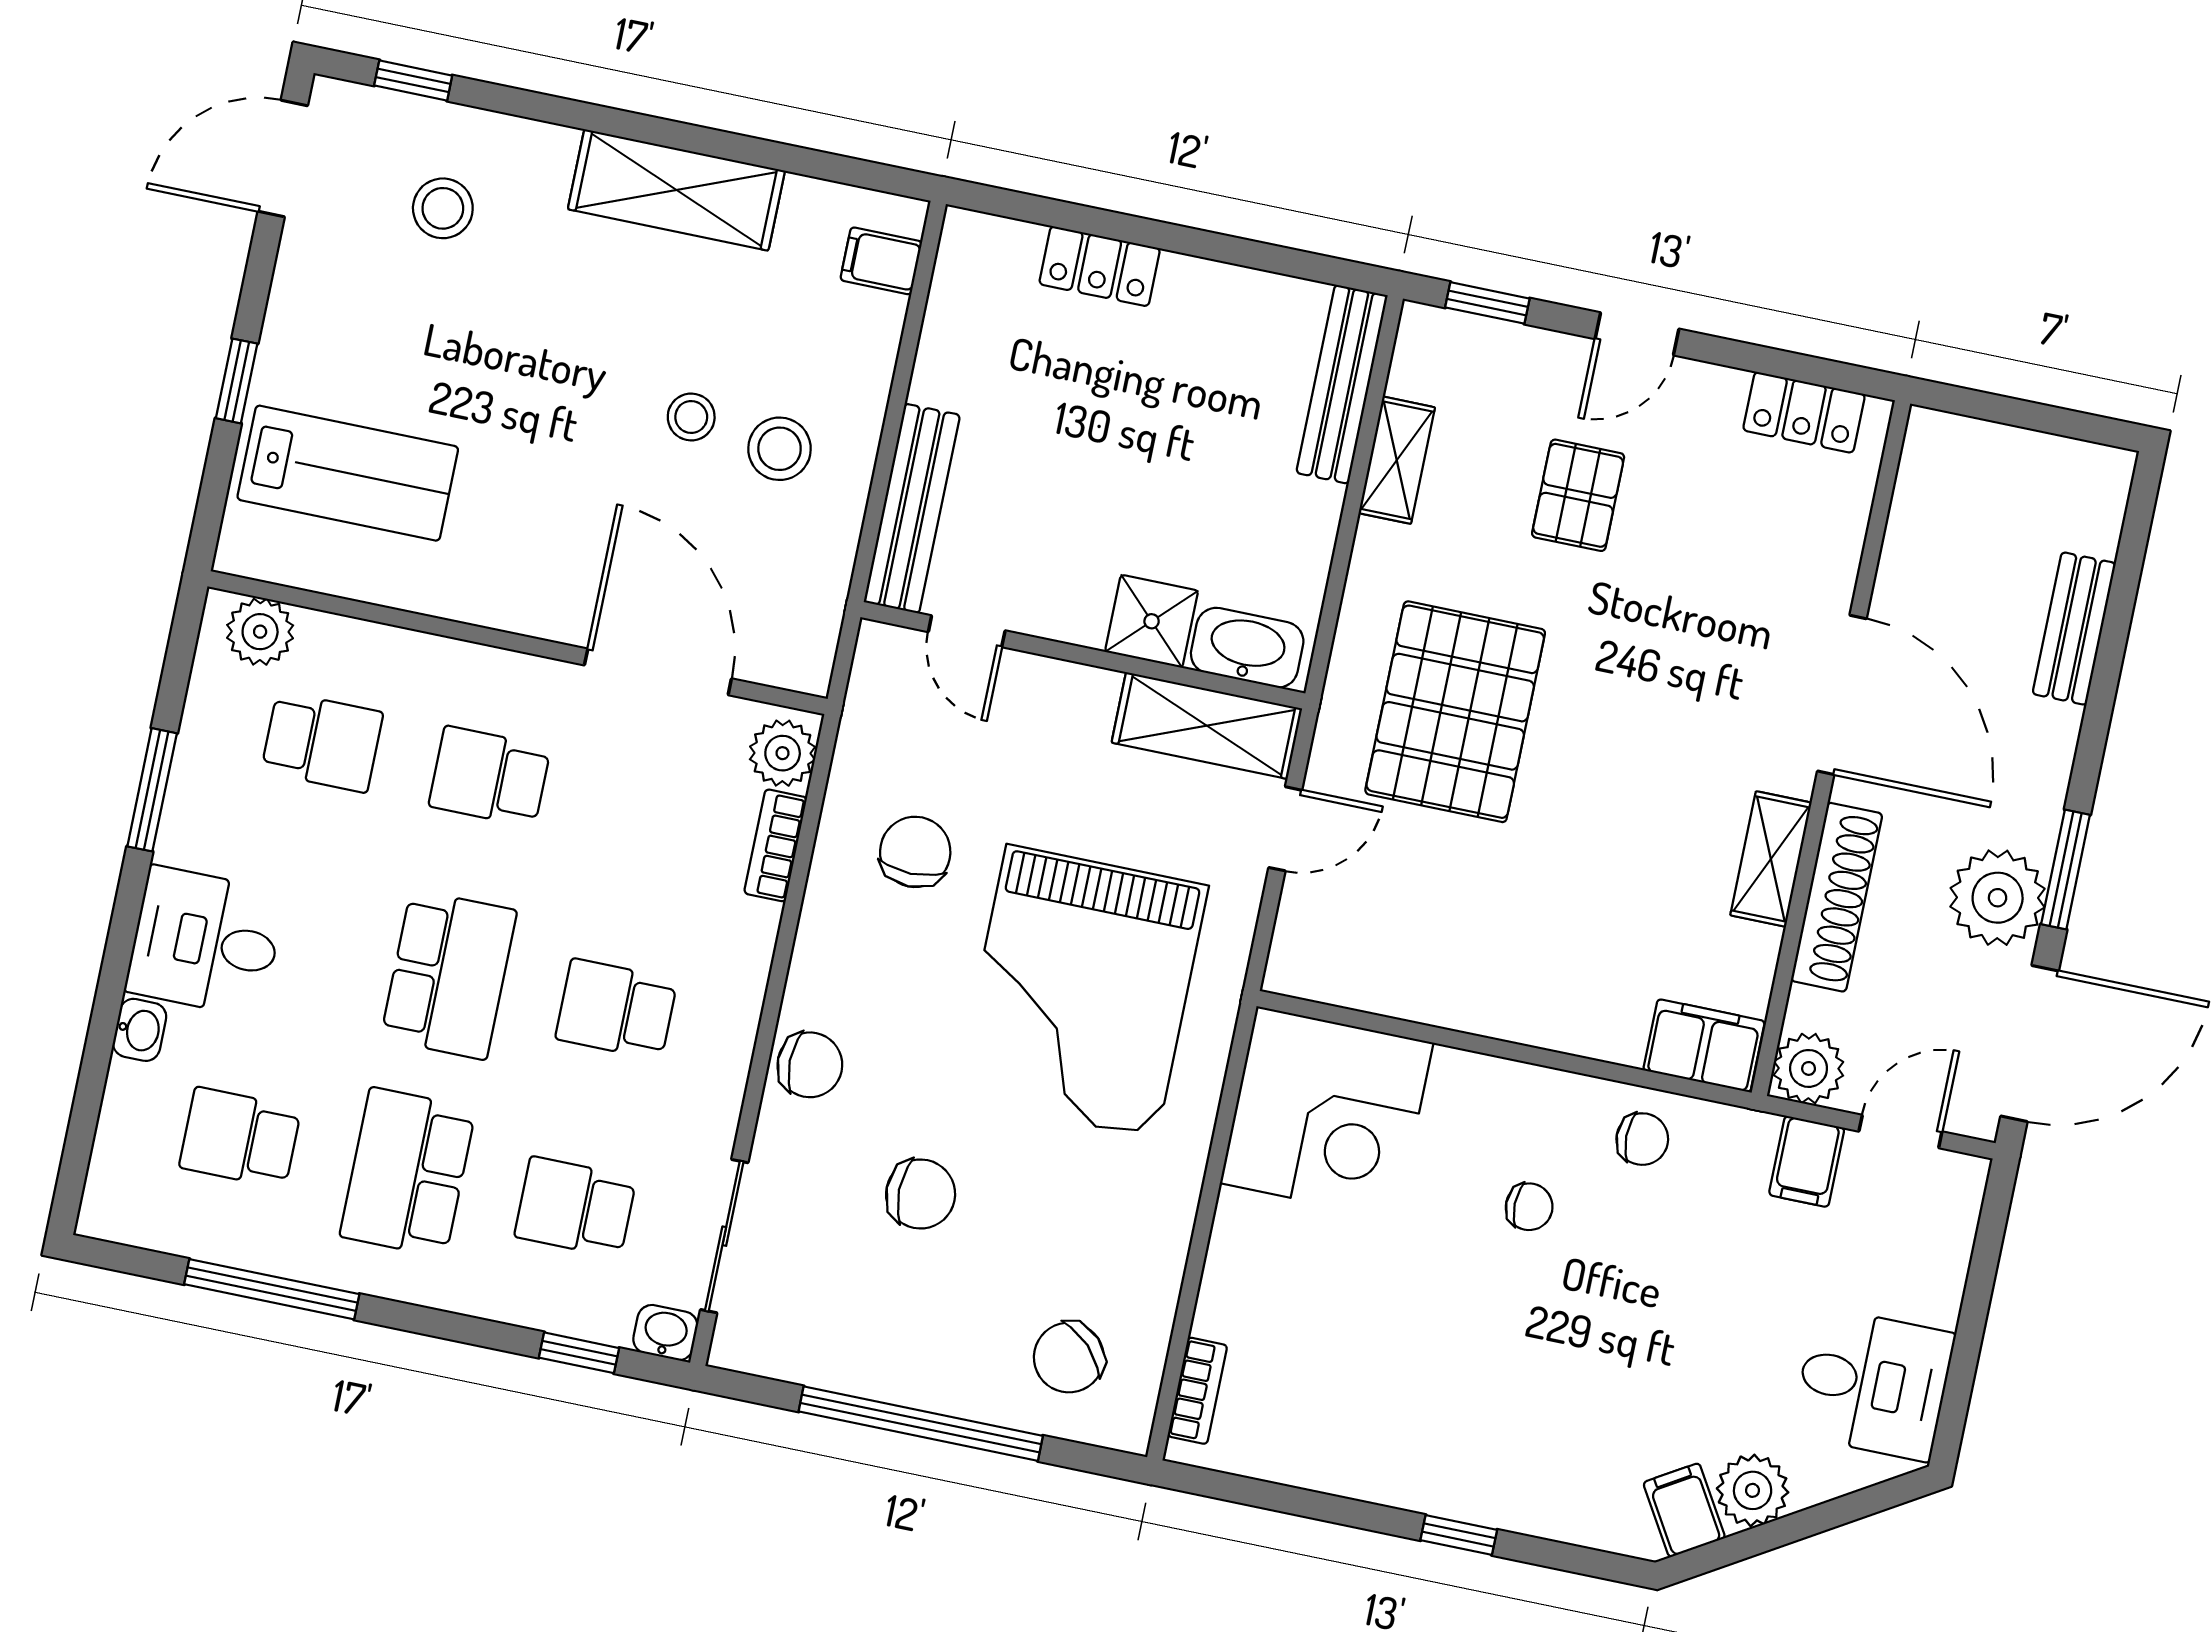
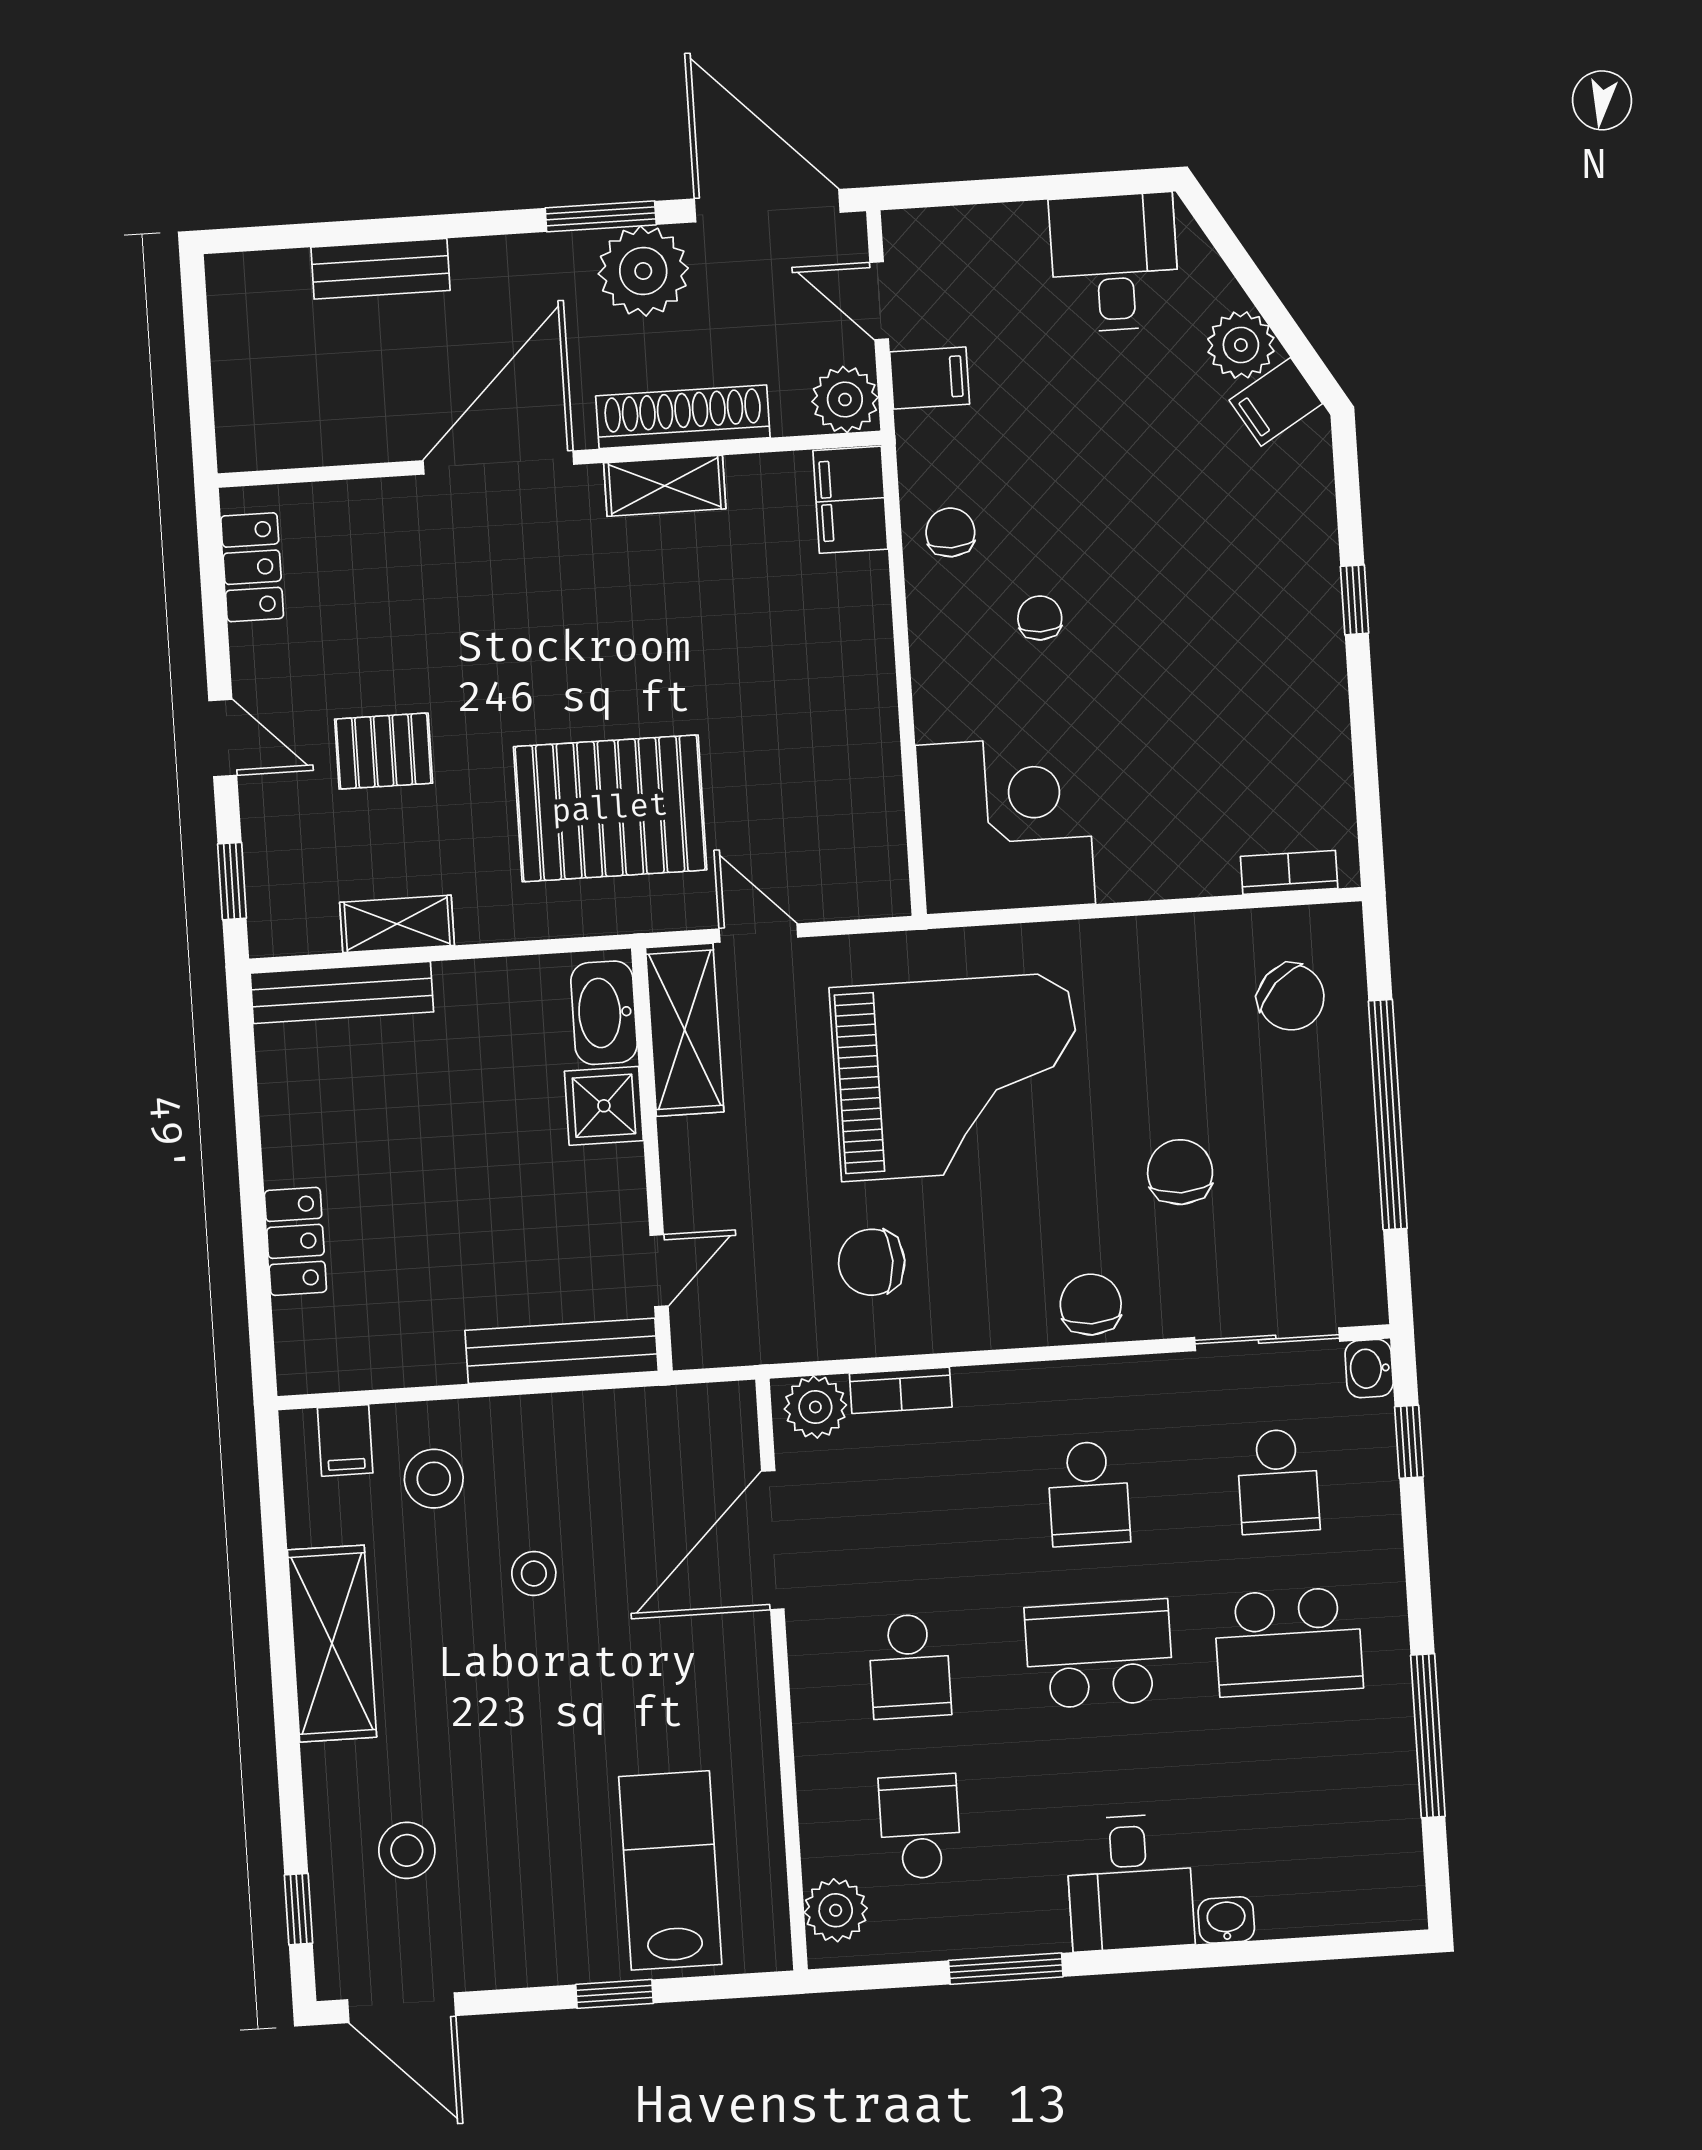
stool: (780, 449) -> (434, 1479), moved
school desk: (240, 1138) -> (1299, 1802), removed

